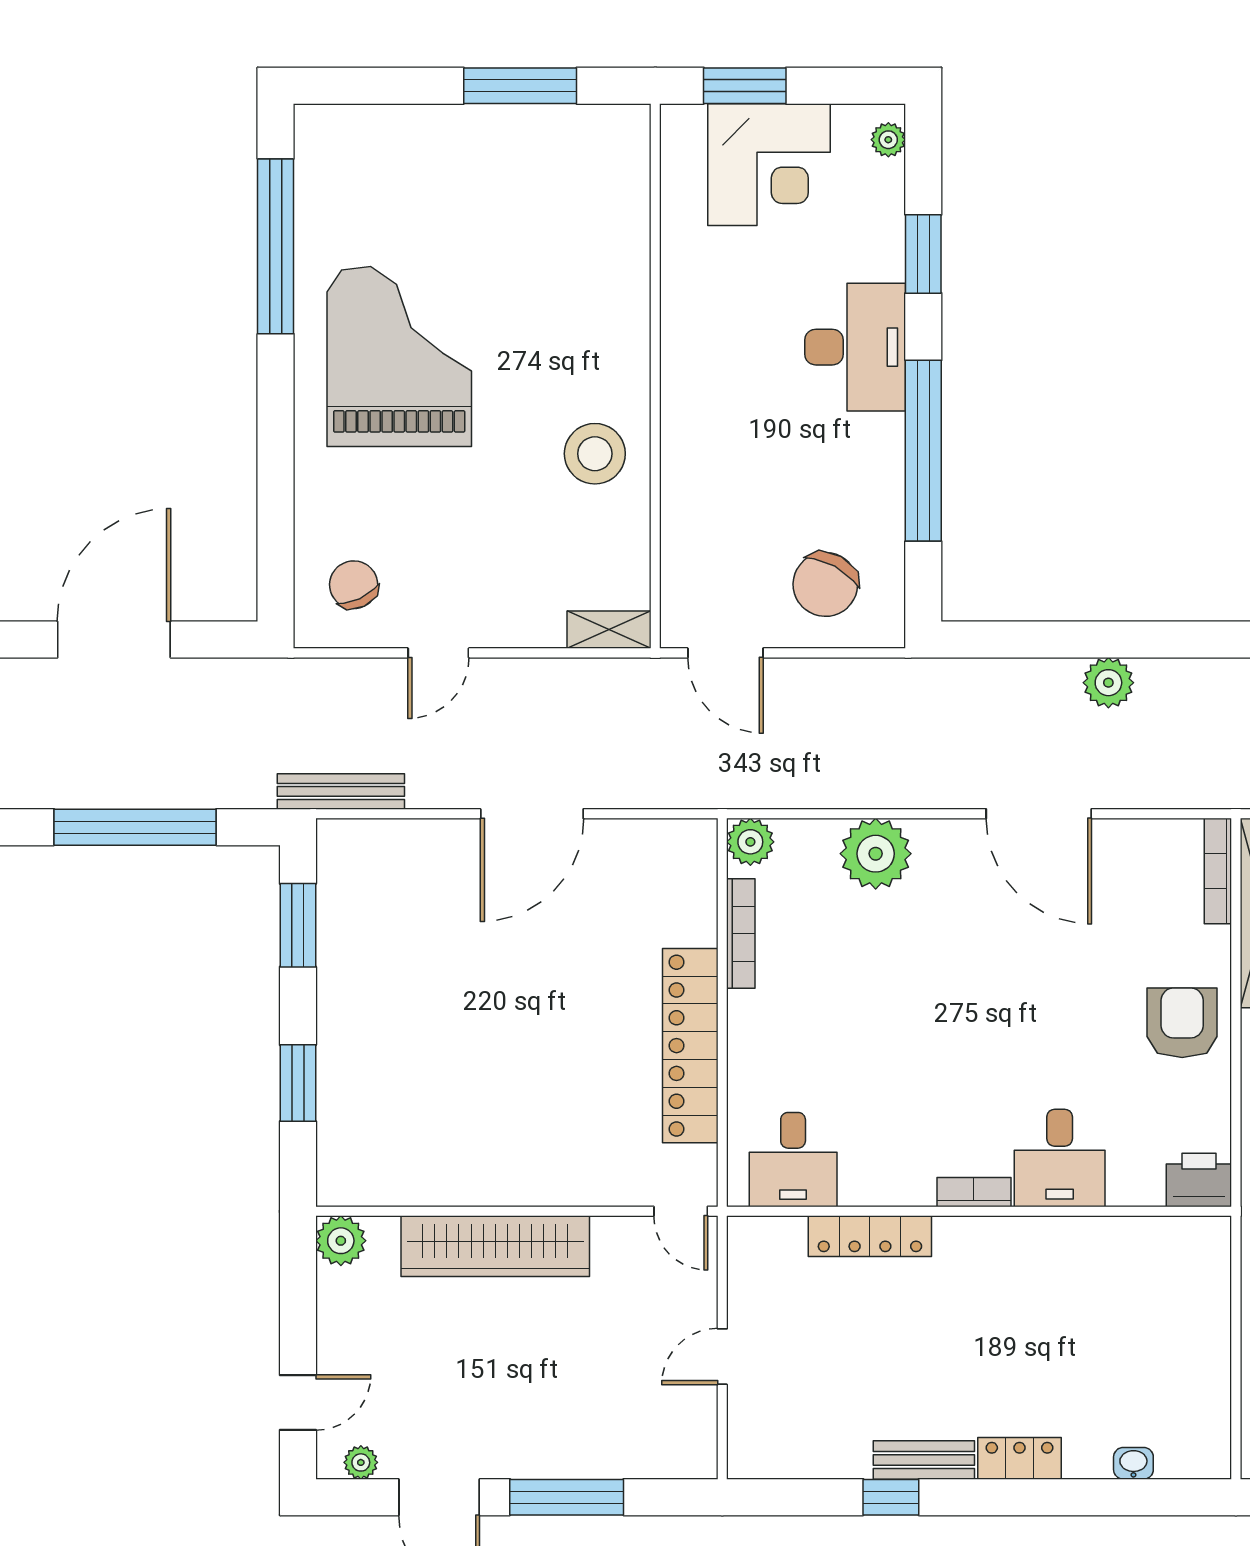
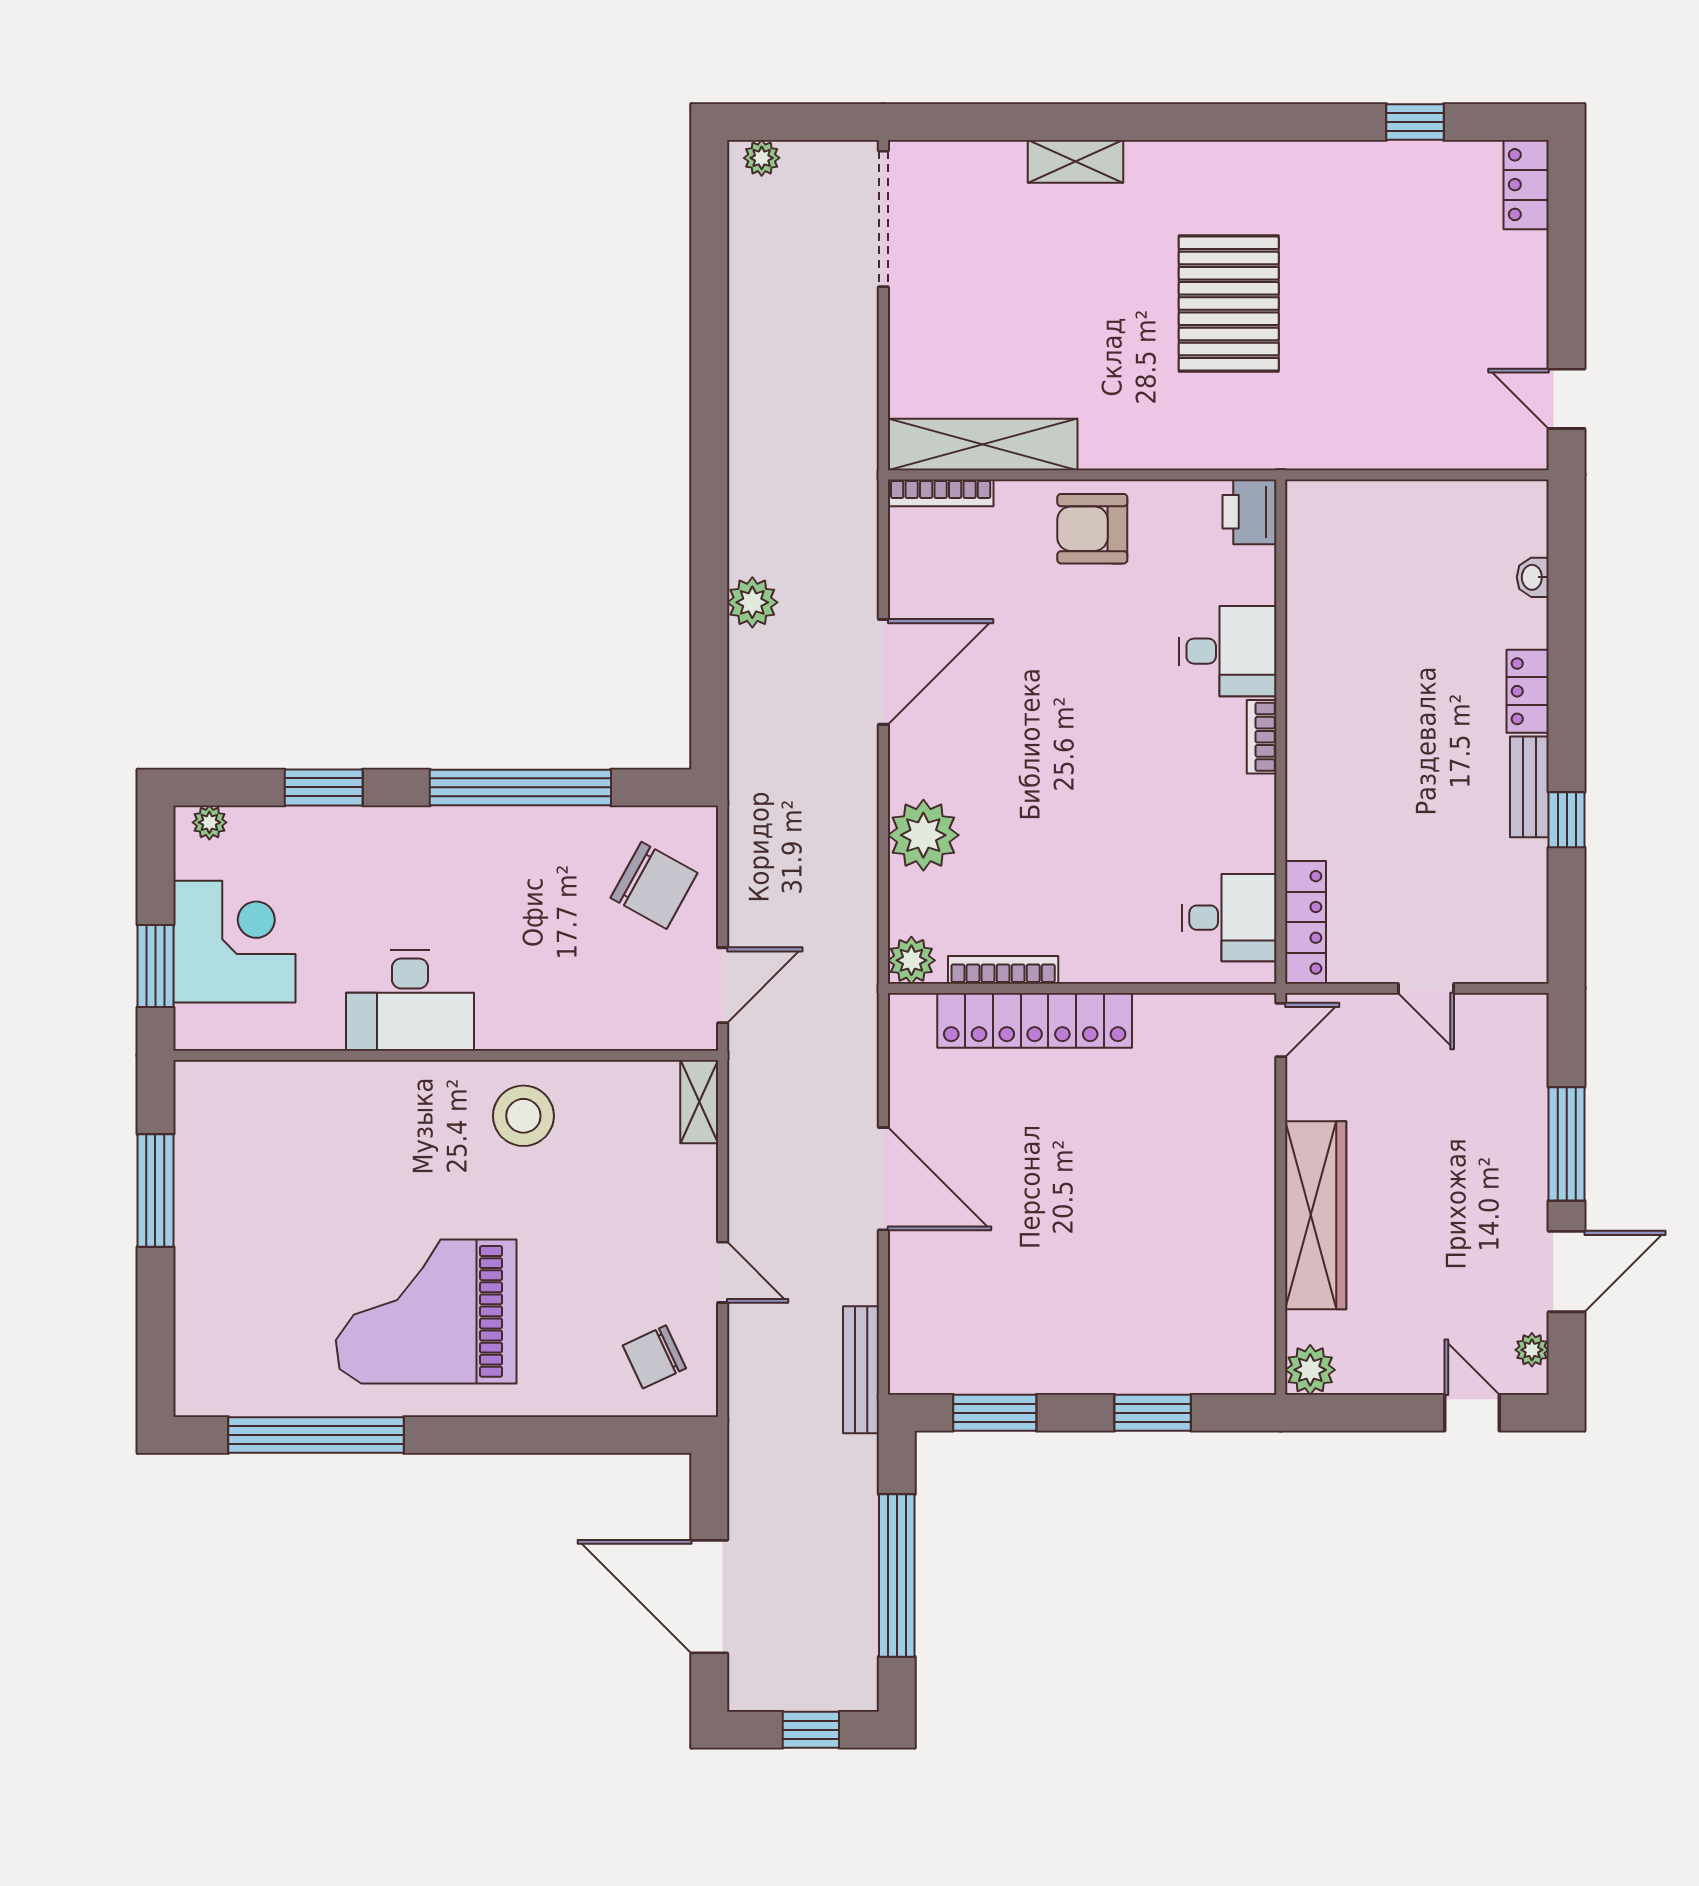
desk: (855, 347) -> (410, 1001), moved, turned 180
locker: (690, 1046) -> (1035, 1020), moved
locker: (870, 1236) -> (1306, 922), moved

